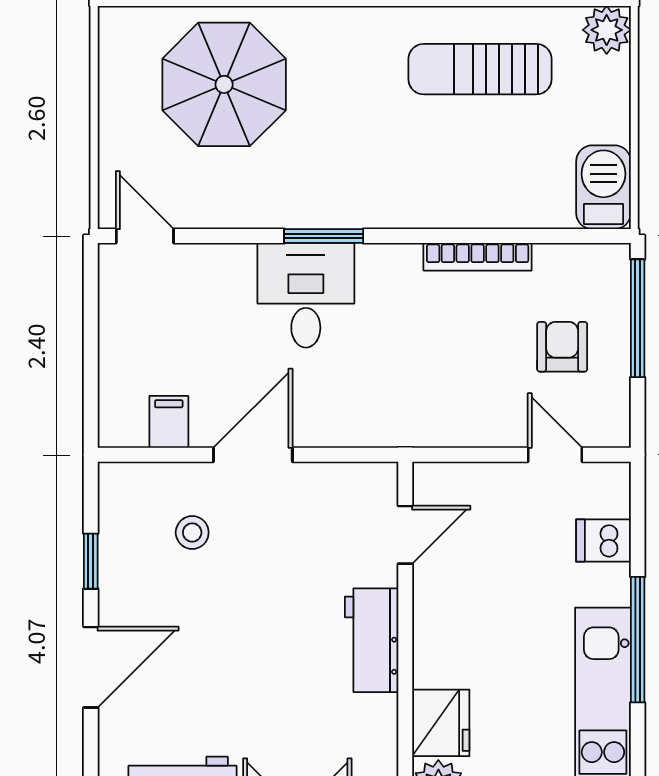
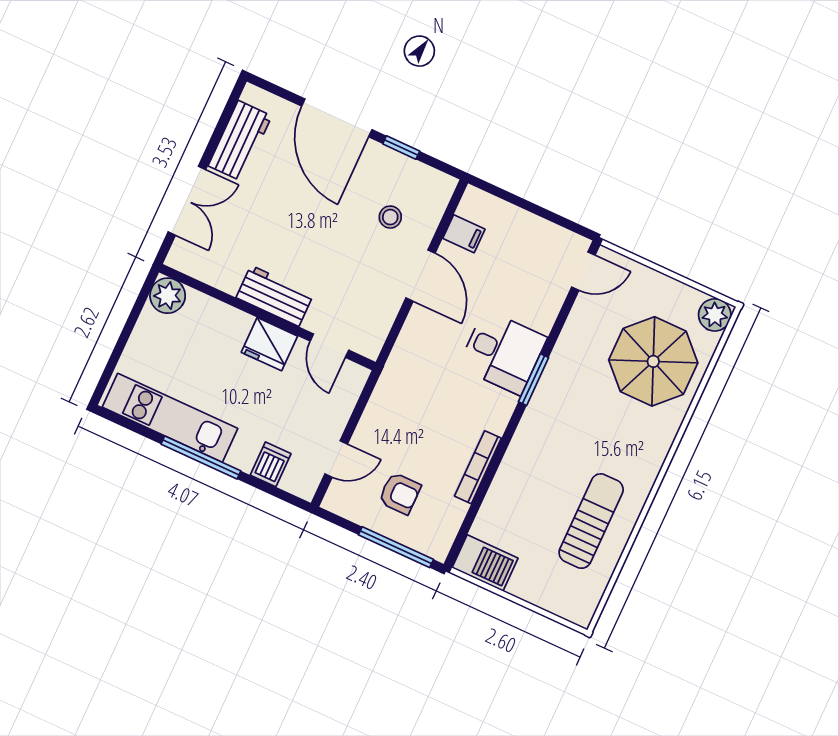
plant: (607, 30) -> (715, 315), moved
door: (91, 667) -> (337, 118), width x1.36
fridge: (441, 723) -> (269, 344), moved

